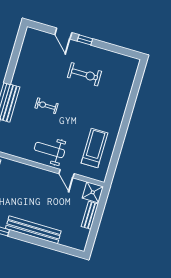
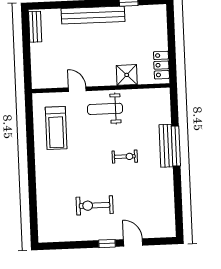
weight bench: (49, 150) -> (105, 109), turned 180
shower: (93, 192) -> (127, 75), moved
bench: (90, 215) -> (35, 27), moved

